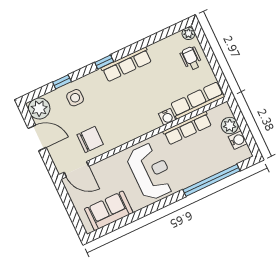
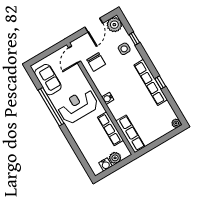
wheelchair: (191, 58) -> (159, 127), removed
window: (104, 62) -> (160, 82), moved
row of seats: (127, 64) -> (151, 82), width x1.36
water cooler: (167, 117) -> (108, 98), moved
reception desk: (151, 171) -> (78, 106), turned 180
window: (211, 180) -> (51, 107), moved

